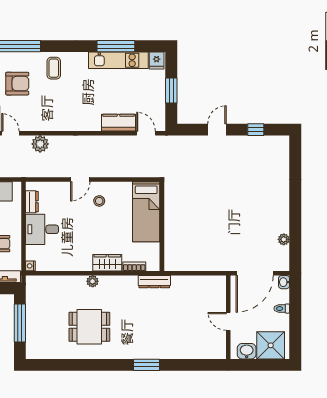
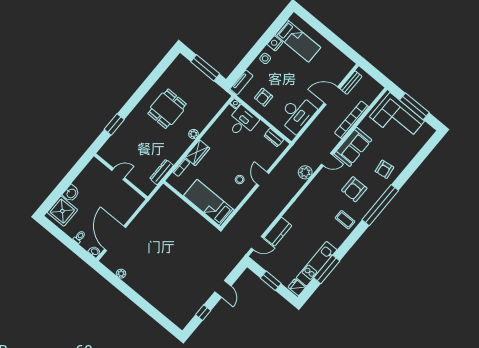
desk: (42, 229) -> (242, 122), moved
wall: (228, 317) -> (121, 176), moved
door: (228, 321) -> (118, 174), moved

